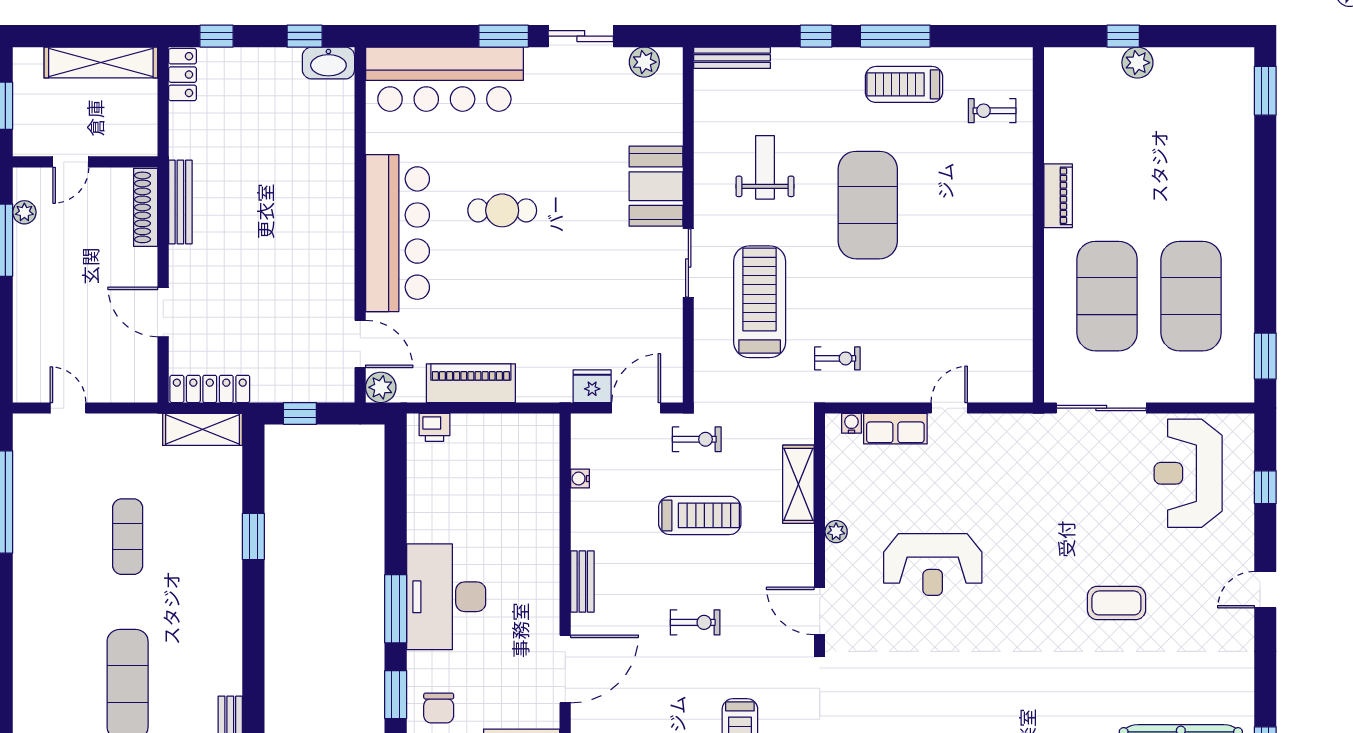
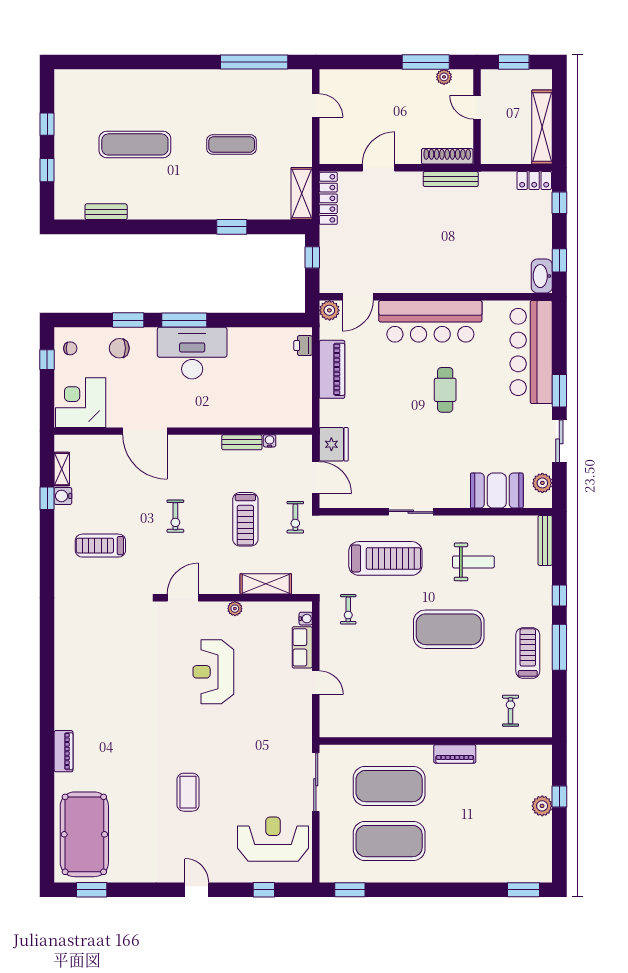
booth: (656, 186) -> (497, 491), moved
fridge: (592, 386) -> (334, 444), width x1.36, depth x1.34
door: (68, 408) -> (316, 105), hinge flipped
bench: (582, 582) -> (242, 442), moved

